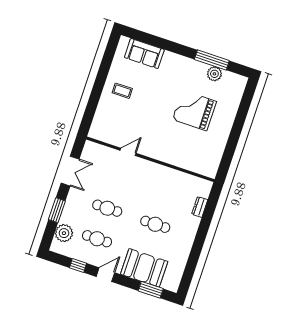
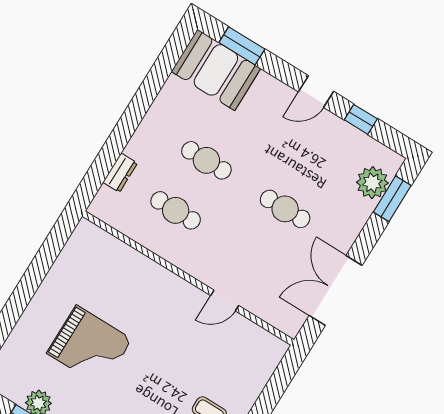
double door: (70, 171) -> (336, 290), width x1.37
window: (57, 210) -> (392, 199), moved
cafe table: (97, 239) -> (176, 210), moved
booth: (144, 268) -> (216, 70), moved

